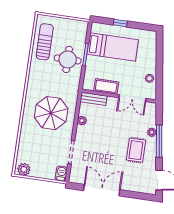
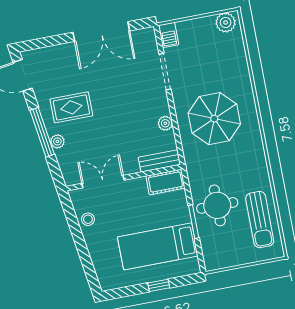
cot: (106, 86) -> (165, 182), moved
rug: (136, 150) -> (71, 107), turned 90

